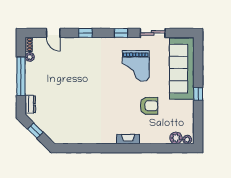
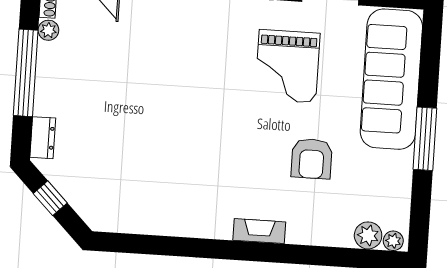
window: (198, 94) -> (425, 139), width x2.17
armchair: (149, 106) -> (312, 159), turned 90

